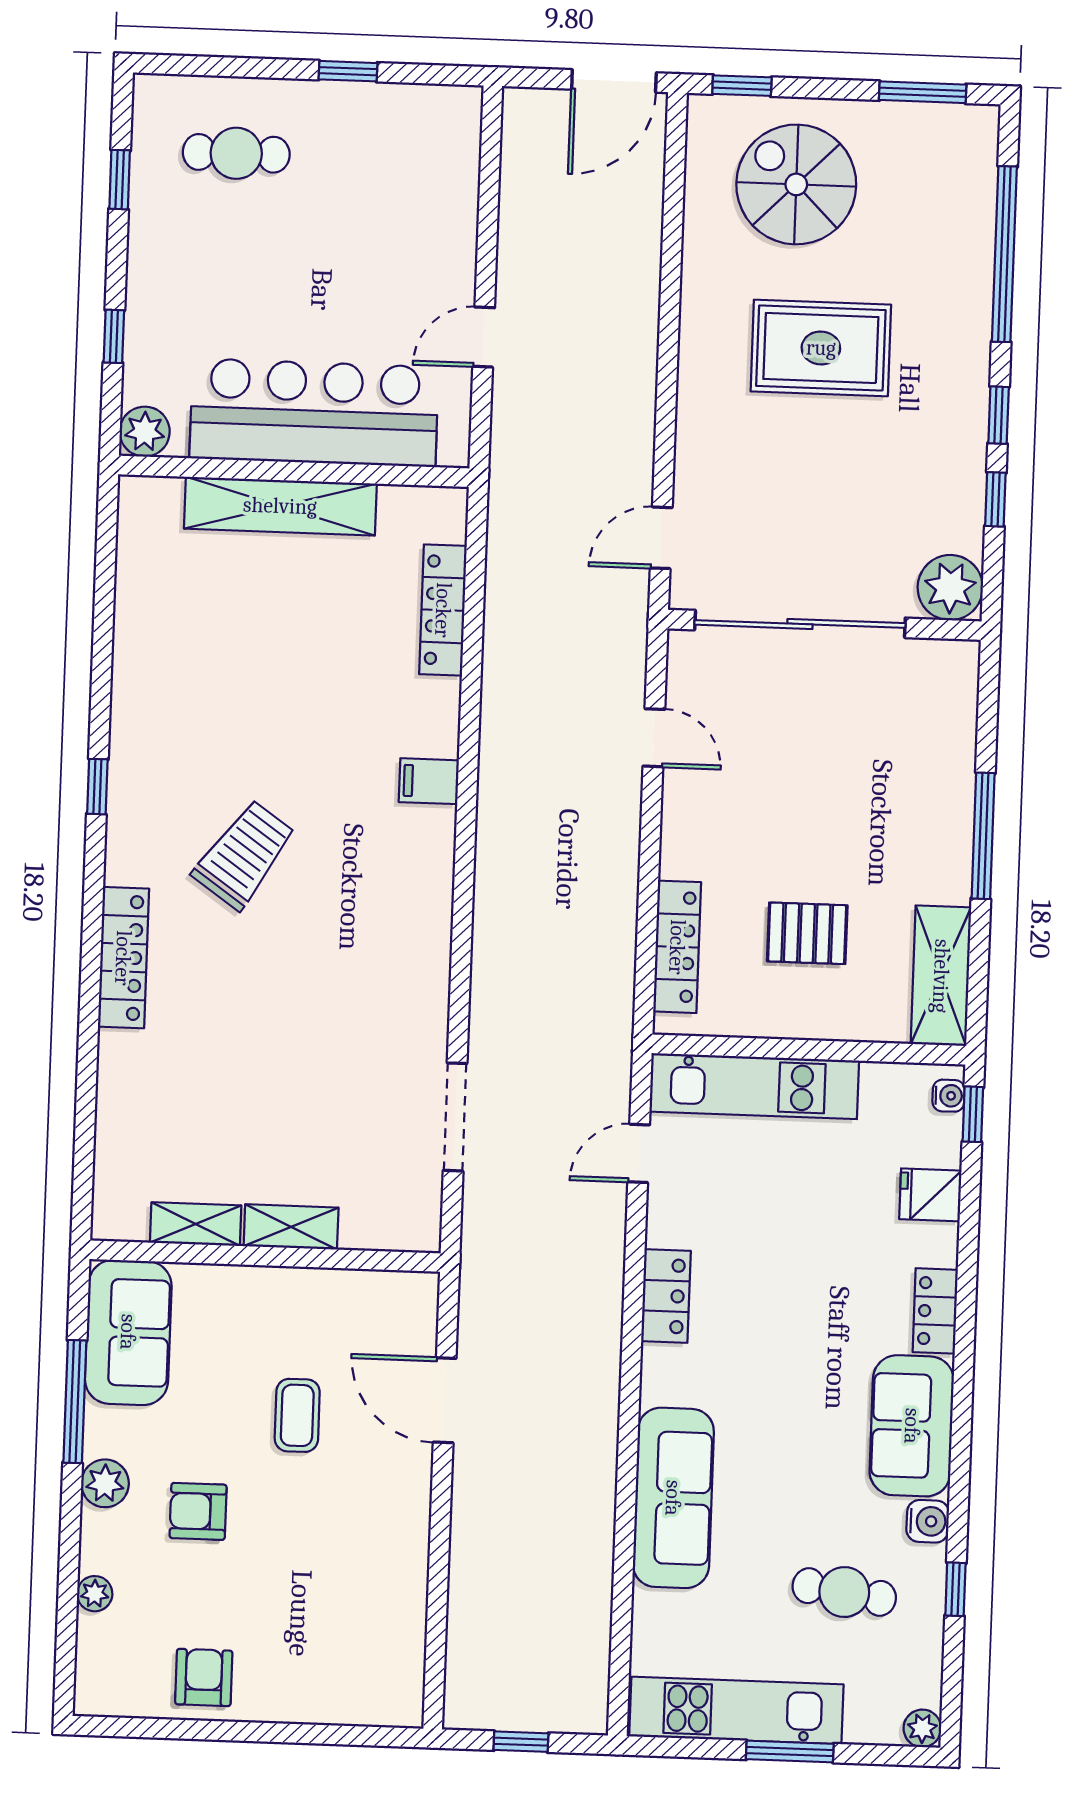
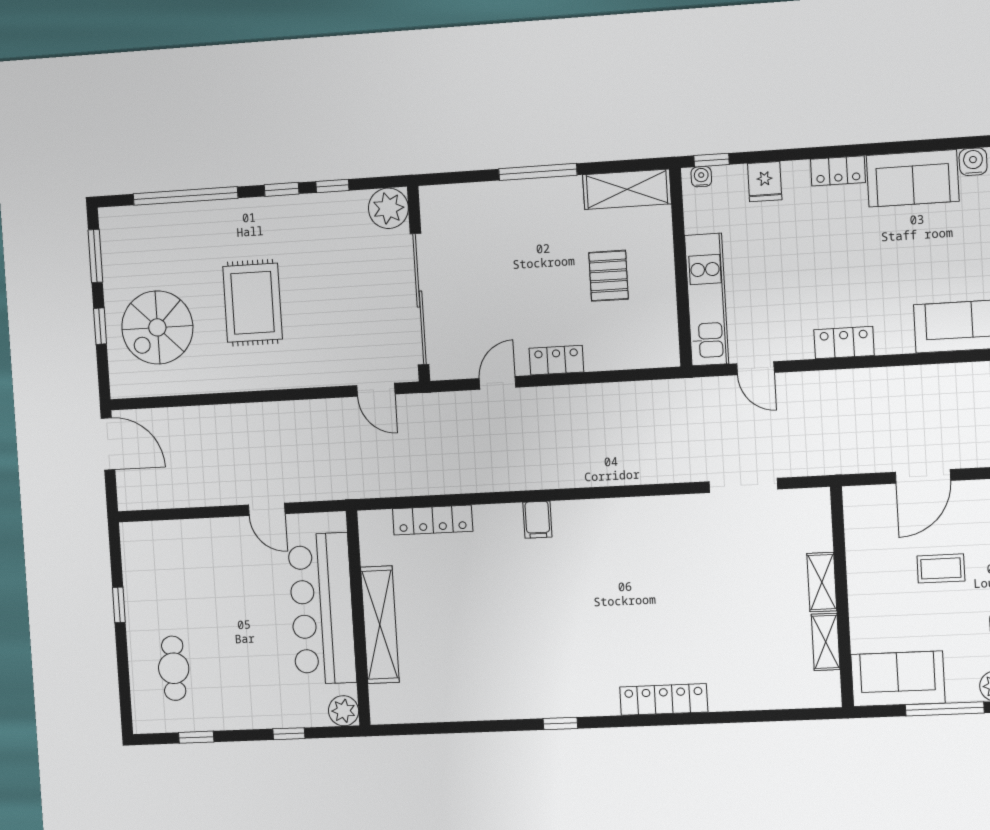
window: (742, 86) -> (100, 326), moved
trolley: (244, 855) -> (593, 630), removed
locker: (677, 947) -> (556, 360), moved, width x0.66

